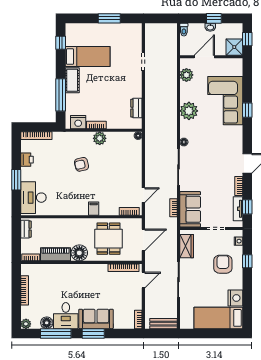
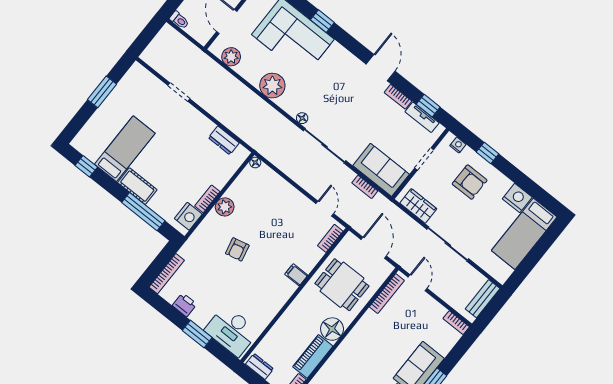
armchair: (223, 264) -> (470, 182), turned 180

